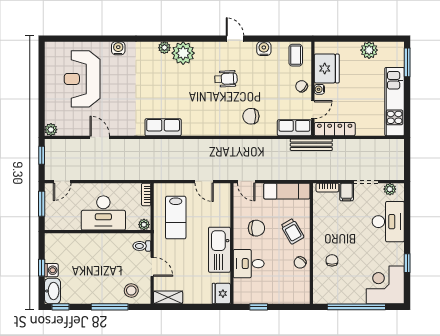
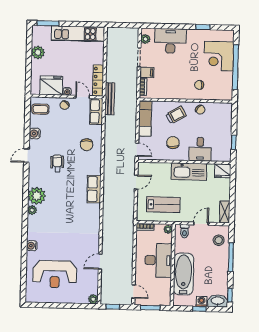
row of seats: (163, 127) -> (94, 189), moved
door: (246, 182) -> (137, 150), hinge flipped
bathtub: (86, 246) -> (183, 274), added
corner desk: (385, 285) -> (219, 56), moved

